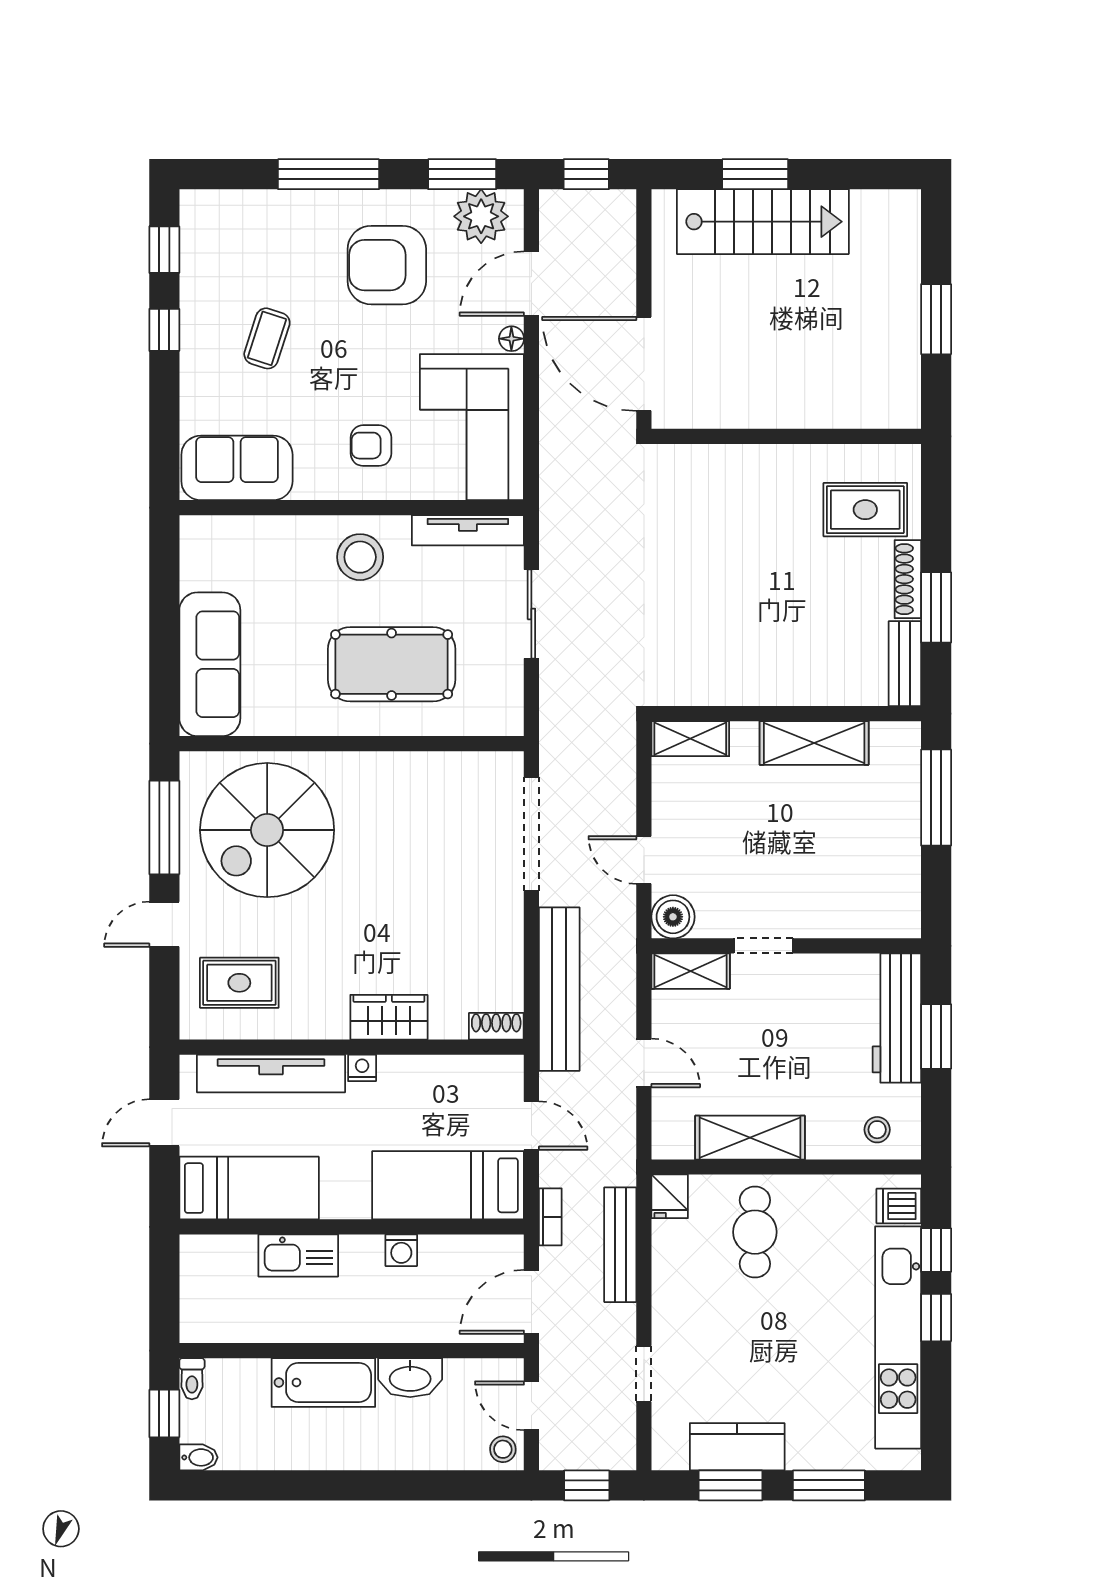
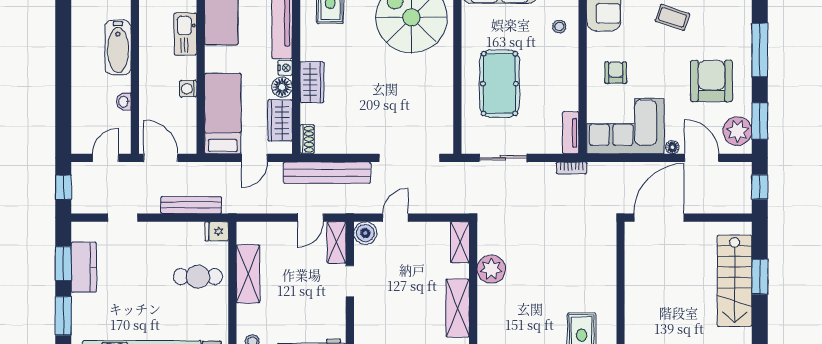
tv unit: (468, 530) -> (571, 133), width x0.71
stool: (360, 557) -> (559, 26), moved, width x0.53, depth x0.53
sliding door: (531, 614) -> (503, 158), moved
plant: (741, 680) -> (491, 269), added
door: (644, 1063) -> (310, 218), moved
floor lamp: (398, 1074) -> (282, 87), added
wardrobe: (461, 1077) -> (280, 120), added
bookcase: (550, 1217) -> (572, 168), moved
washbasin: (410, 1378) -> (124, 102), width x0.52, depth x0.69
stool: (503, 1449) -> (83, 143), removed

